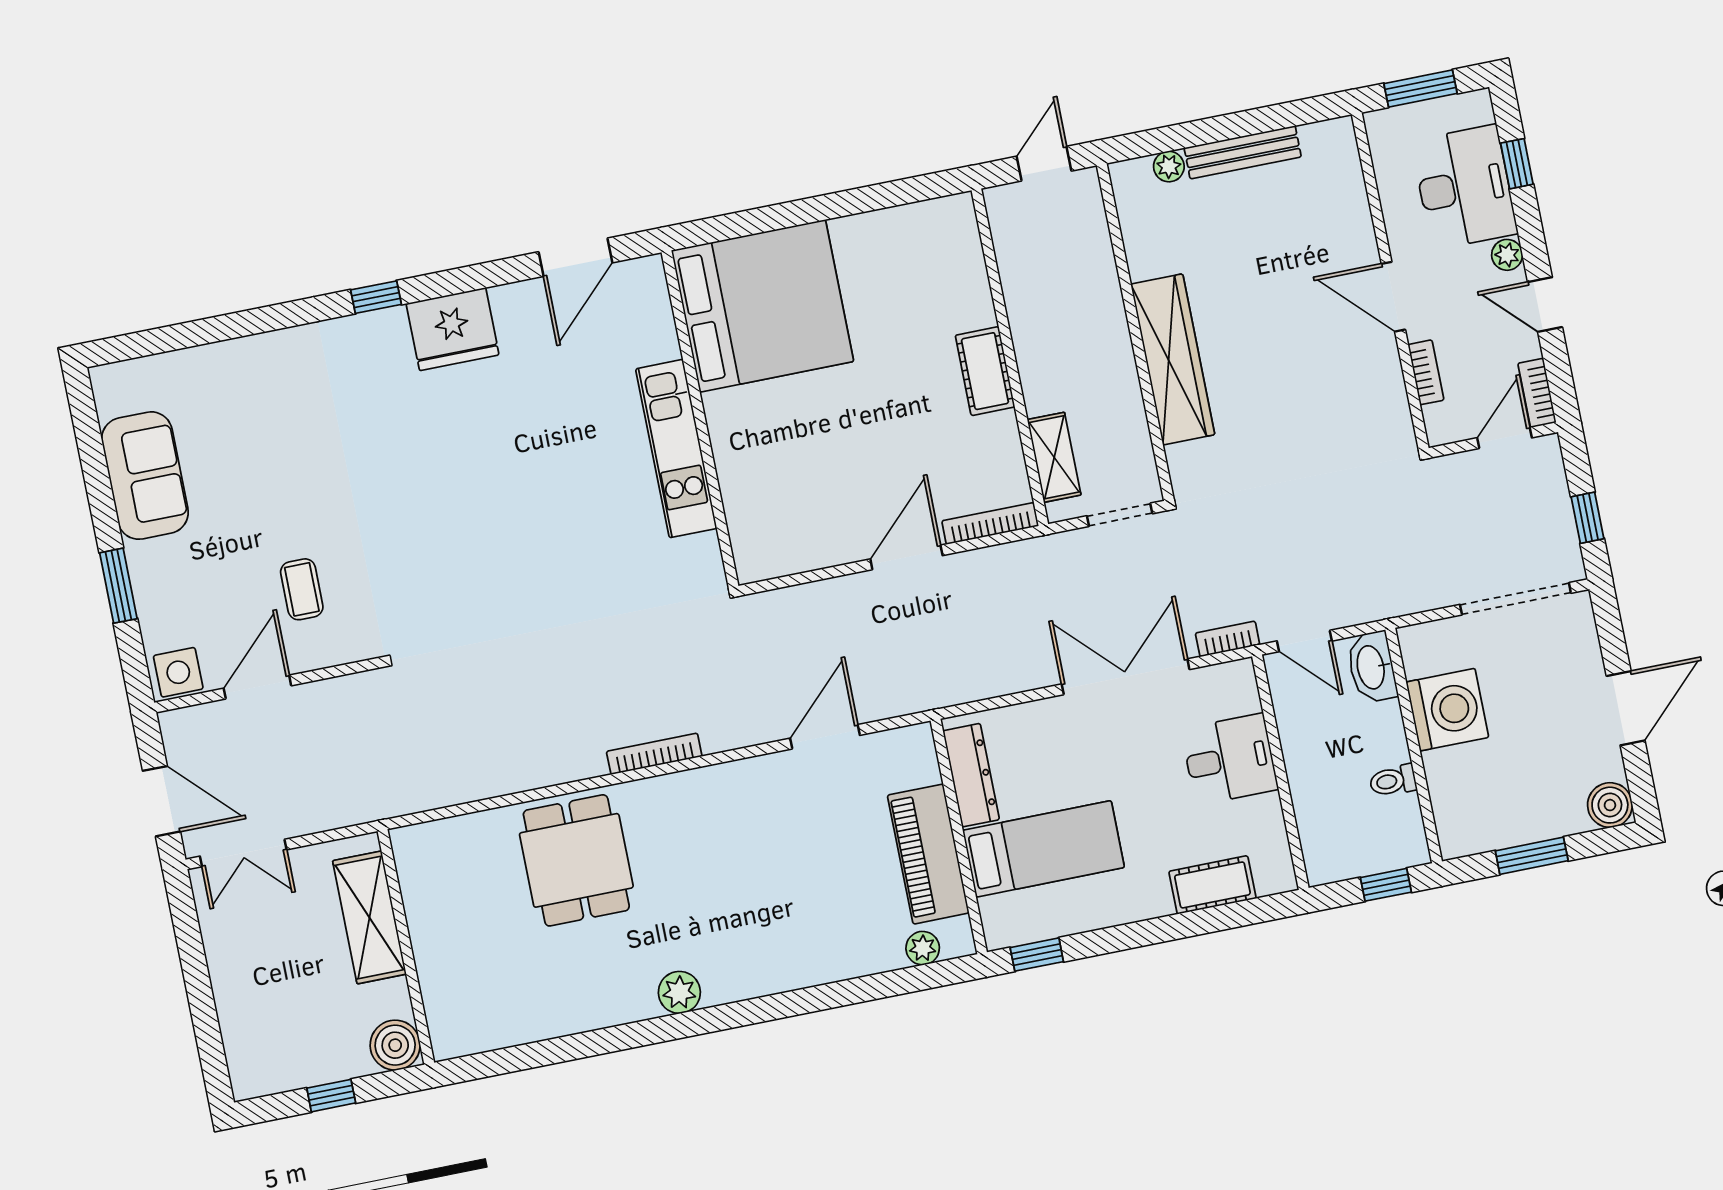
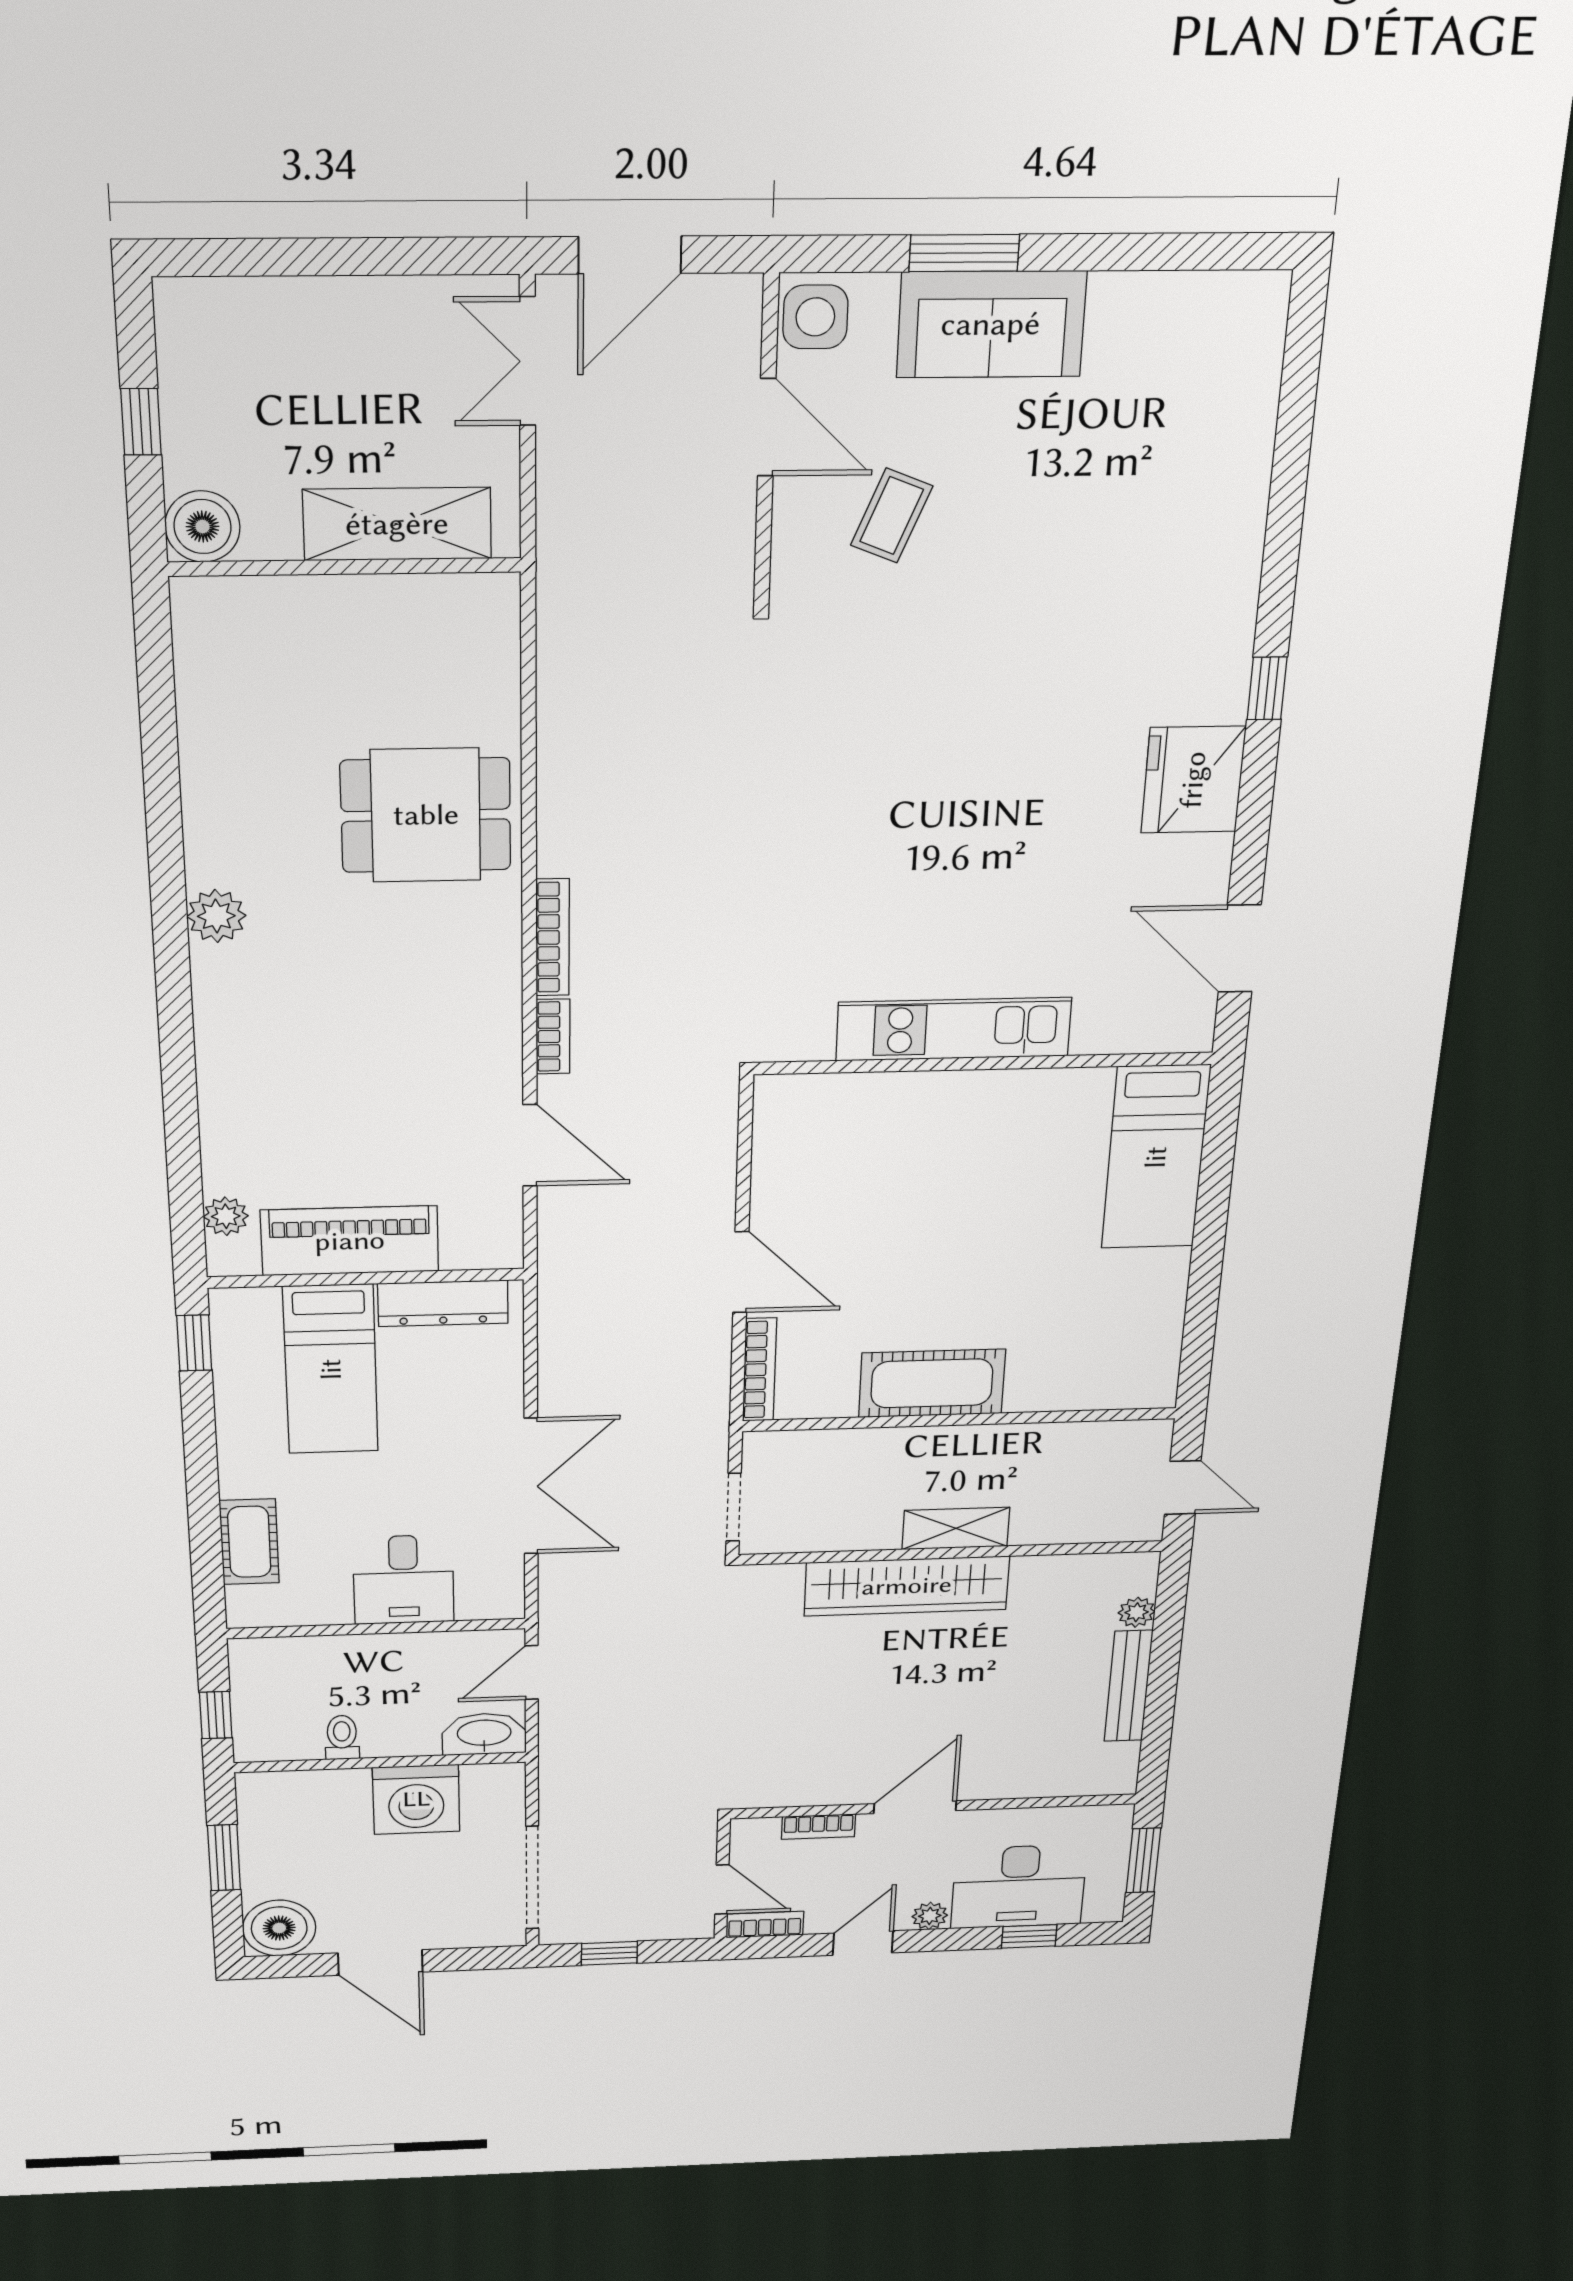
bed: (763, 306) -> (1156, 1157), width x0.49
cot: (985, 371) -> (932, 1383), width x1.37, depth x1.34
shelving: (1054, 457) -> (956, 1528), moved
sofa: (145, 476) -> (991, 324), moved
coffee table: (302, 589) -> (892, 516), turned -68
bookcase: (1228, 639) -> (553, 1036), moved
boiler: (1610, 805) -> (279, 1928), width x1.37, depth x1.37

